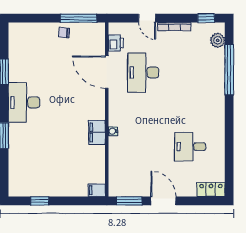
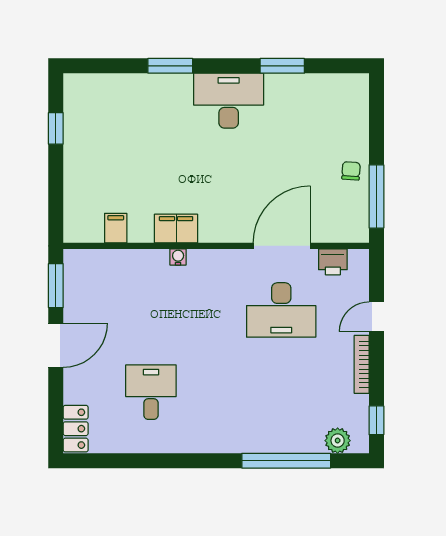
desk: (143, 72) -> (281, 310), turned 180
filing cabinet: (97, 190) -> (116, 228), moved

